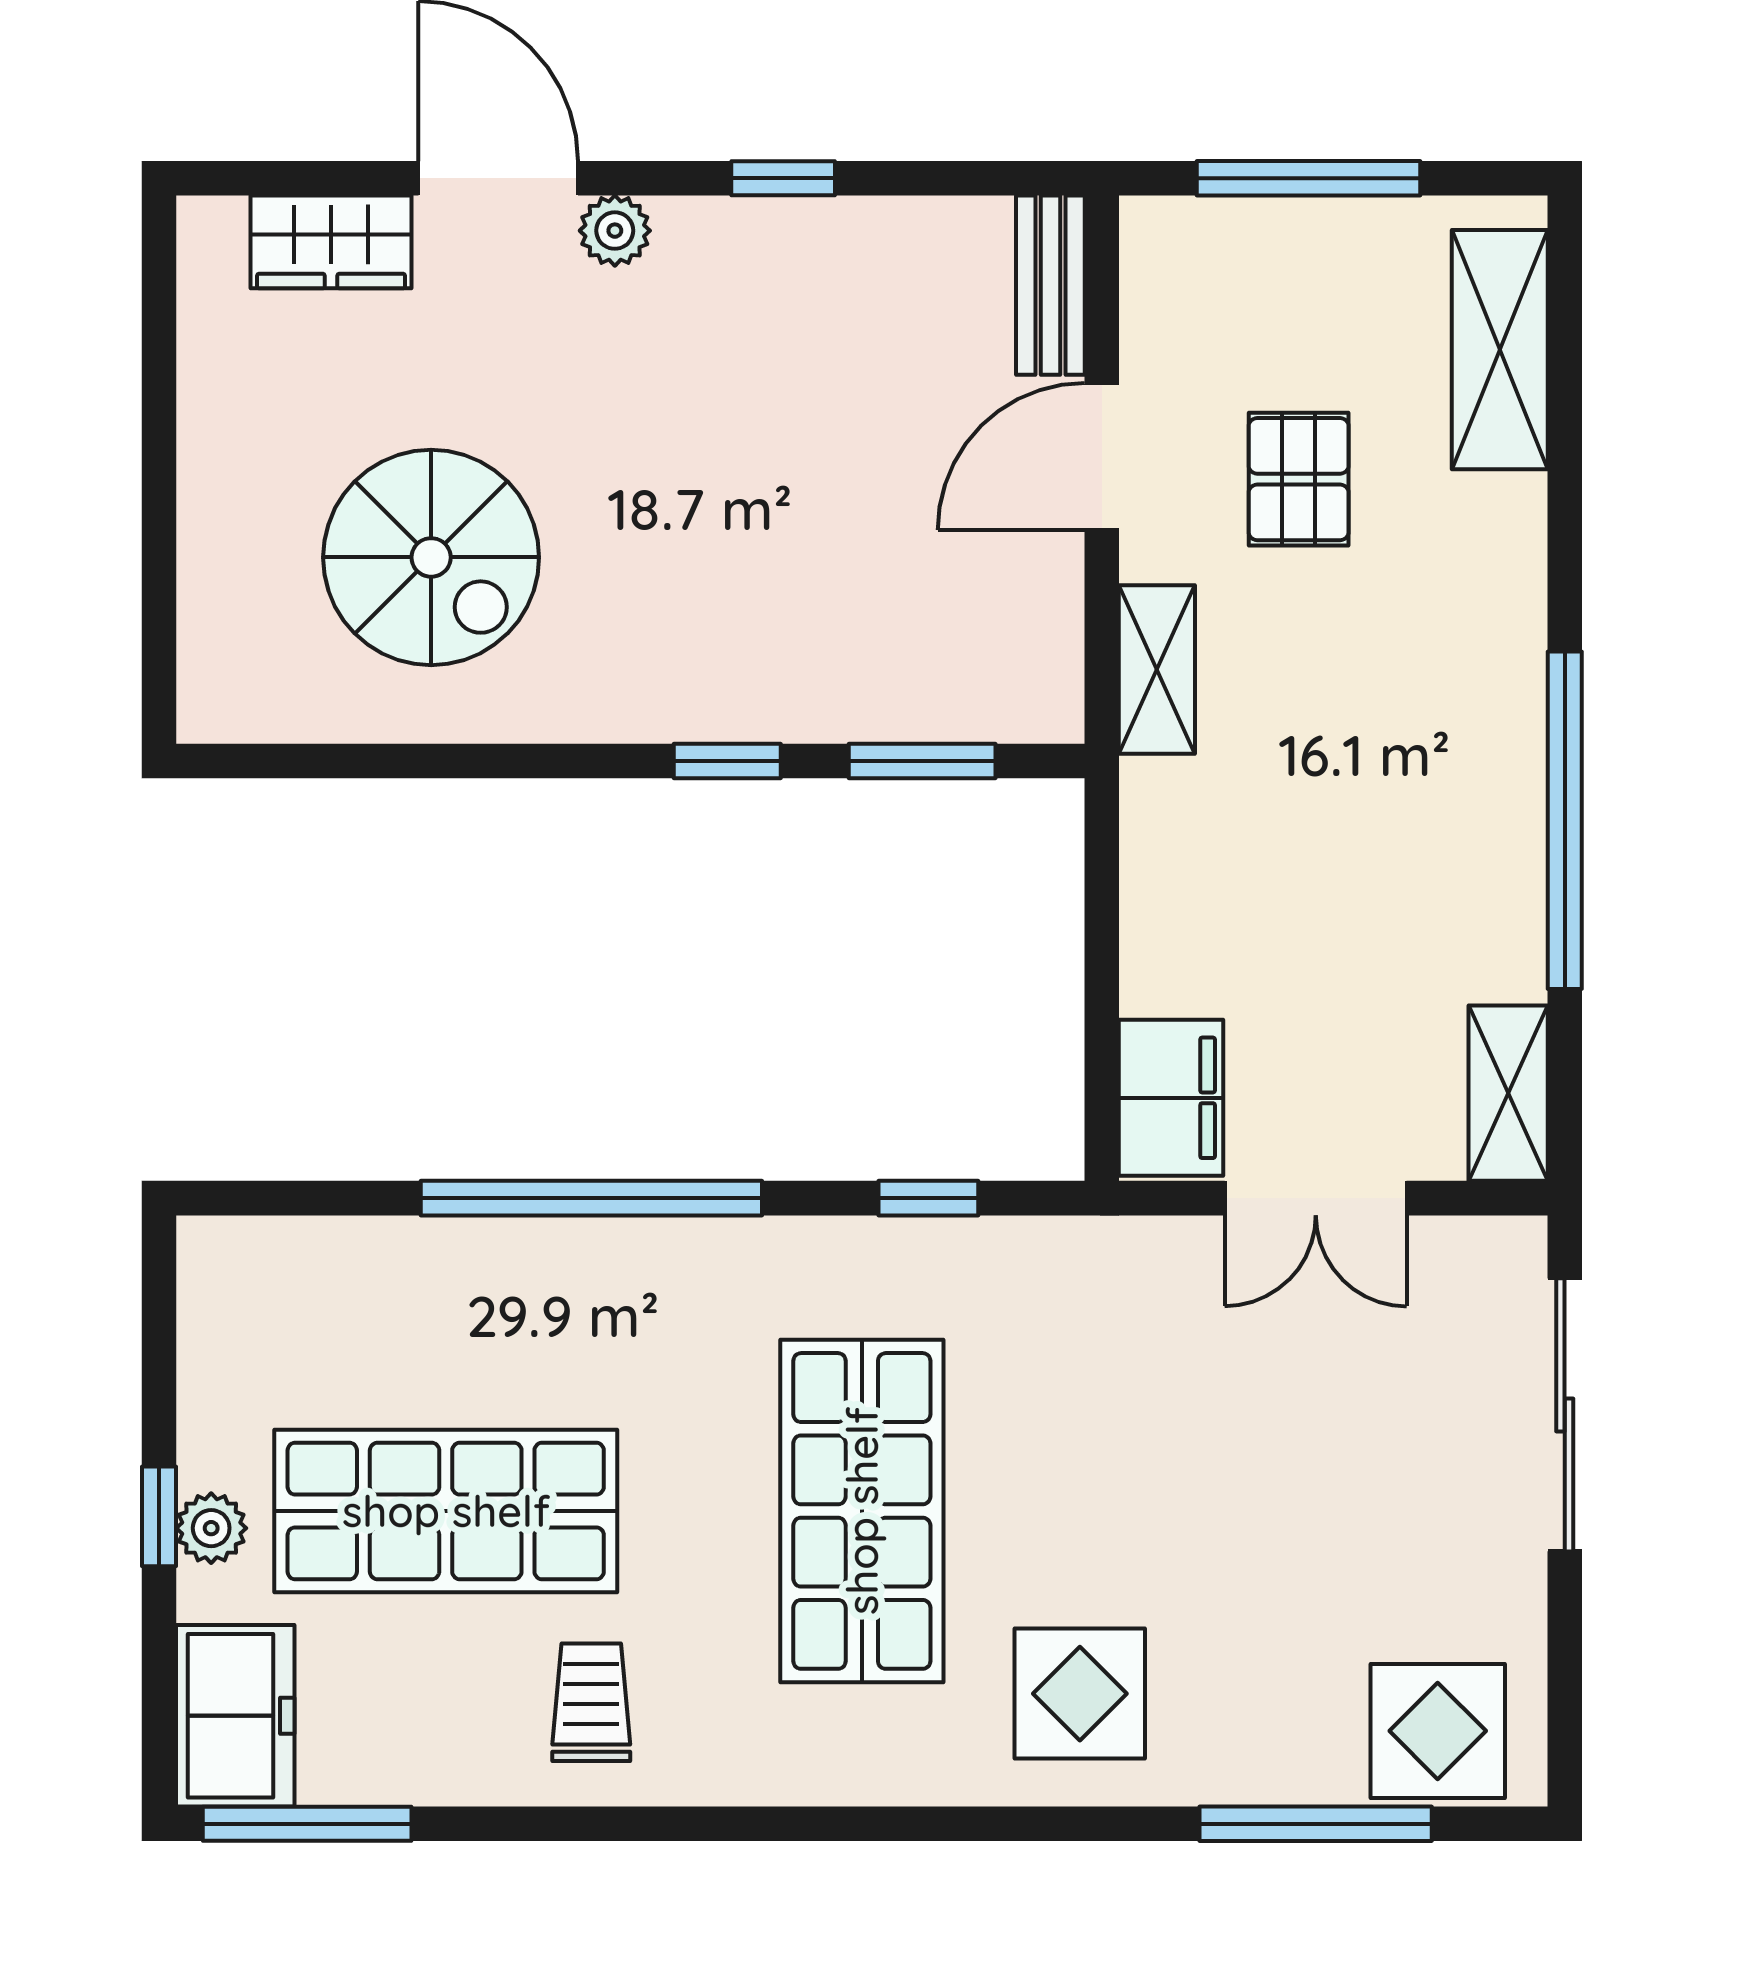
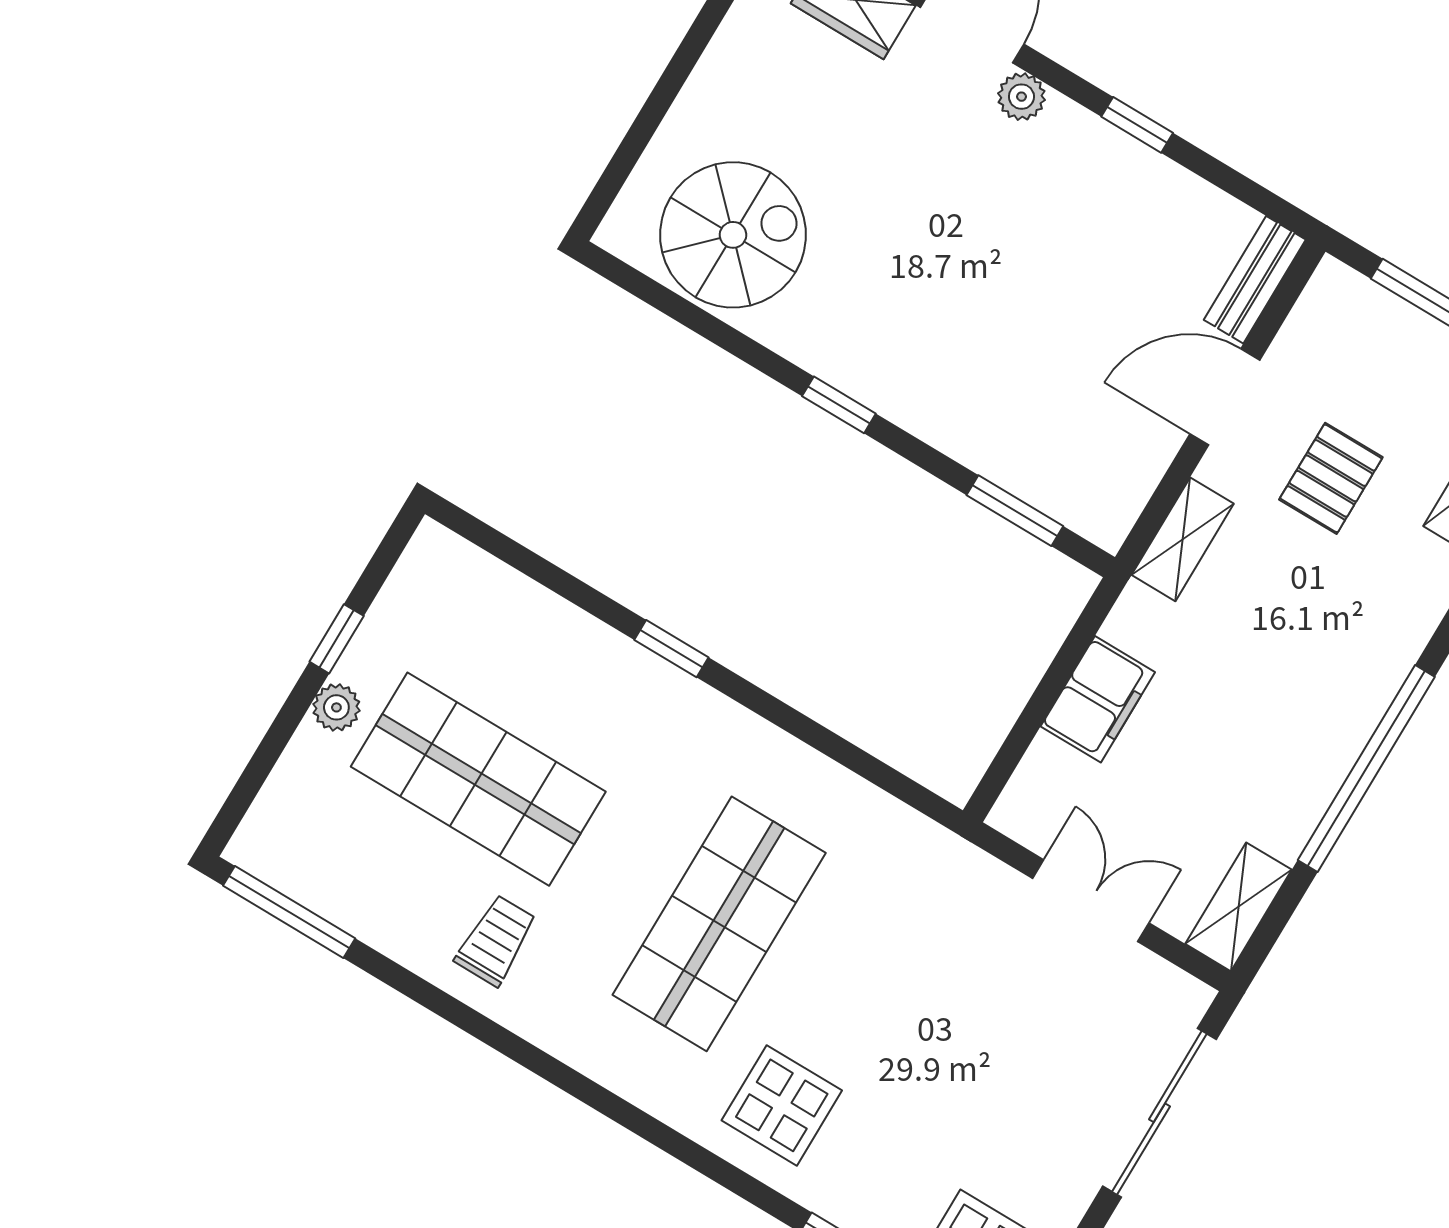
spiral stairs: (431, 557) -> (733, 235), moved, turned -90
window: (727, 761) -> (839, 405), moved
filing cabinet: (1171, 1098) -> (1098, 699), moved
window: (591, 1198) -> (671, 649), width x0.32
window: (928, 1198) -> (866, 766), removed
double door: (1316, 1198) -> (1091, 901), swing flipped
window: (159, 1516) -> (337, 639), moved
freezer: (235, 1716) -> (285, 824), removed

